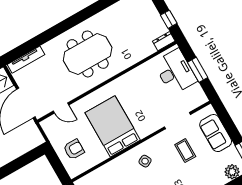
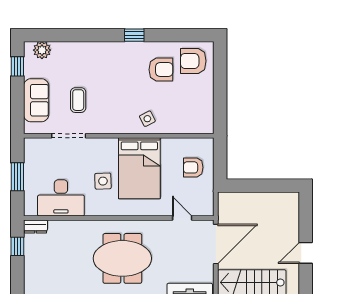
desk: (175, 72) -> (61, 198), moved, turned -90
side table: (134, 102) -> (103, 181), added
side table: (145, 161) -> (147, 119), moved

